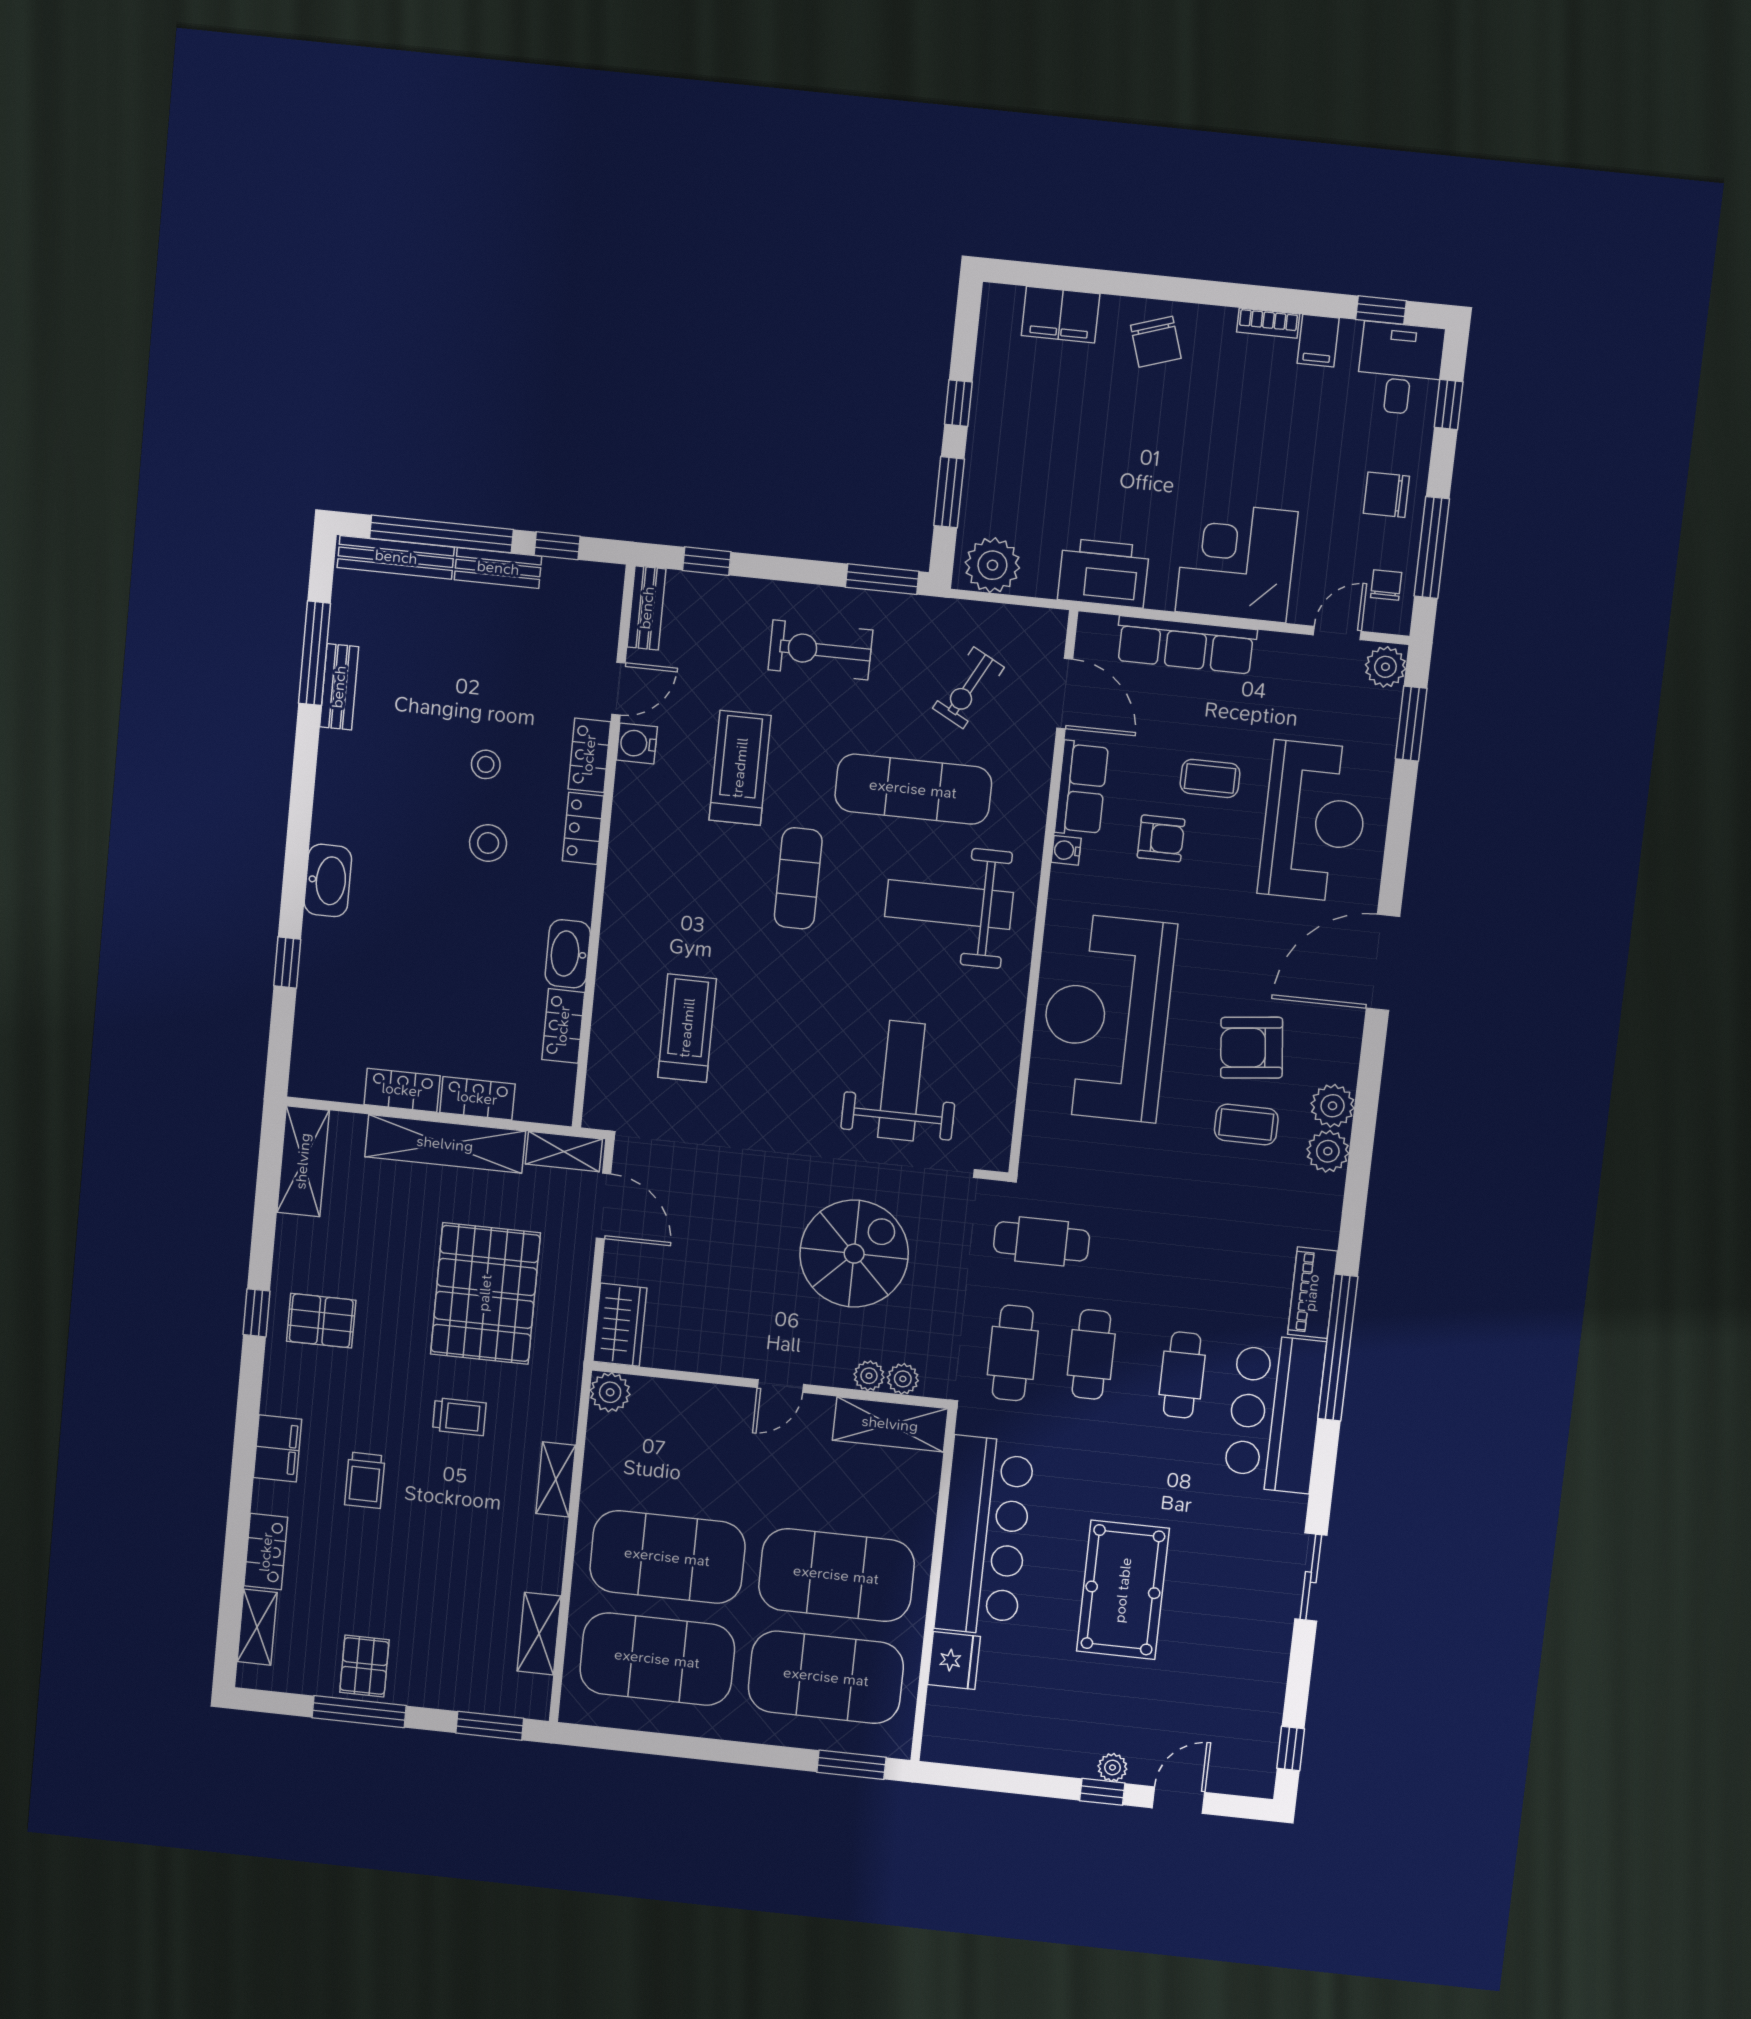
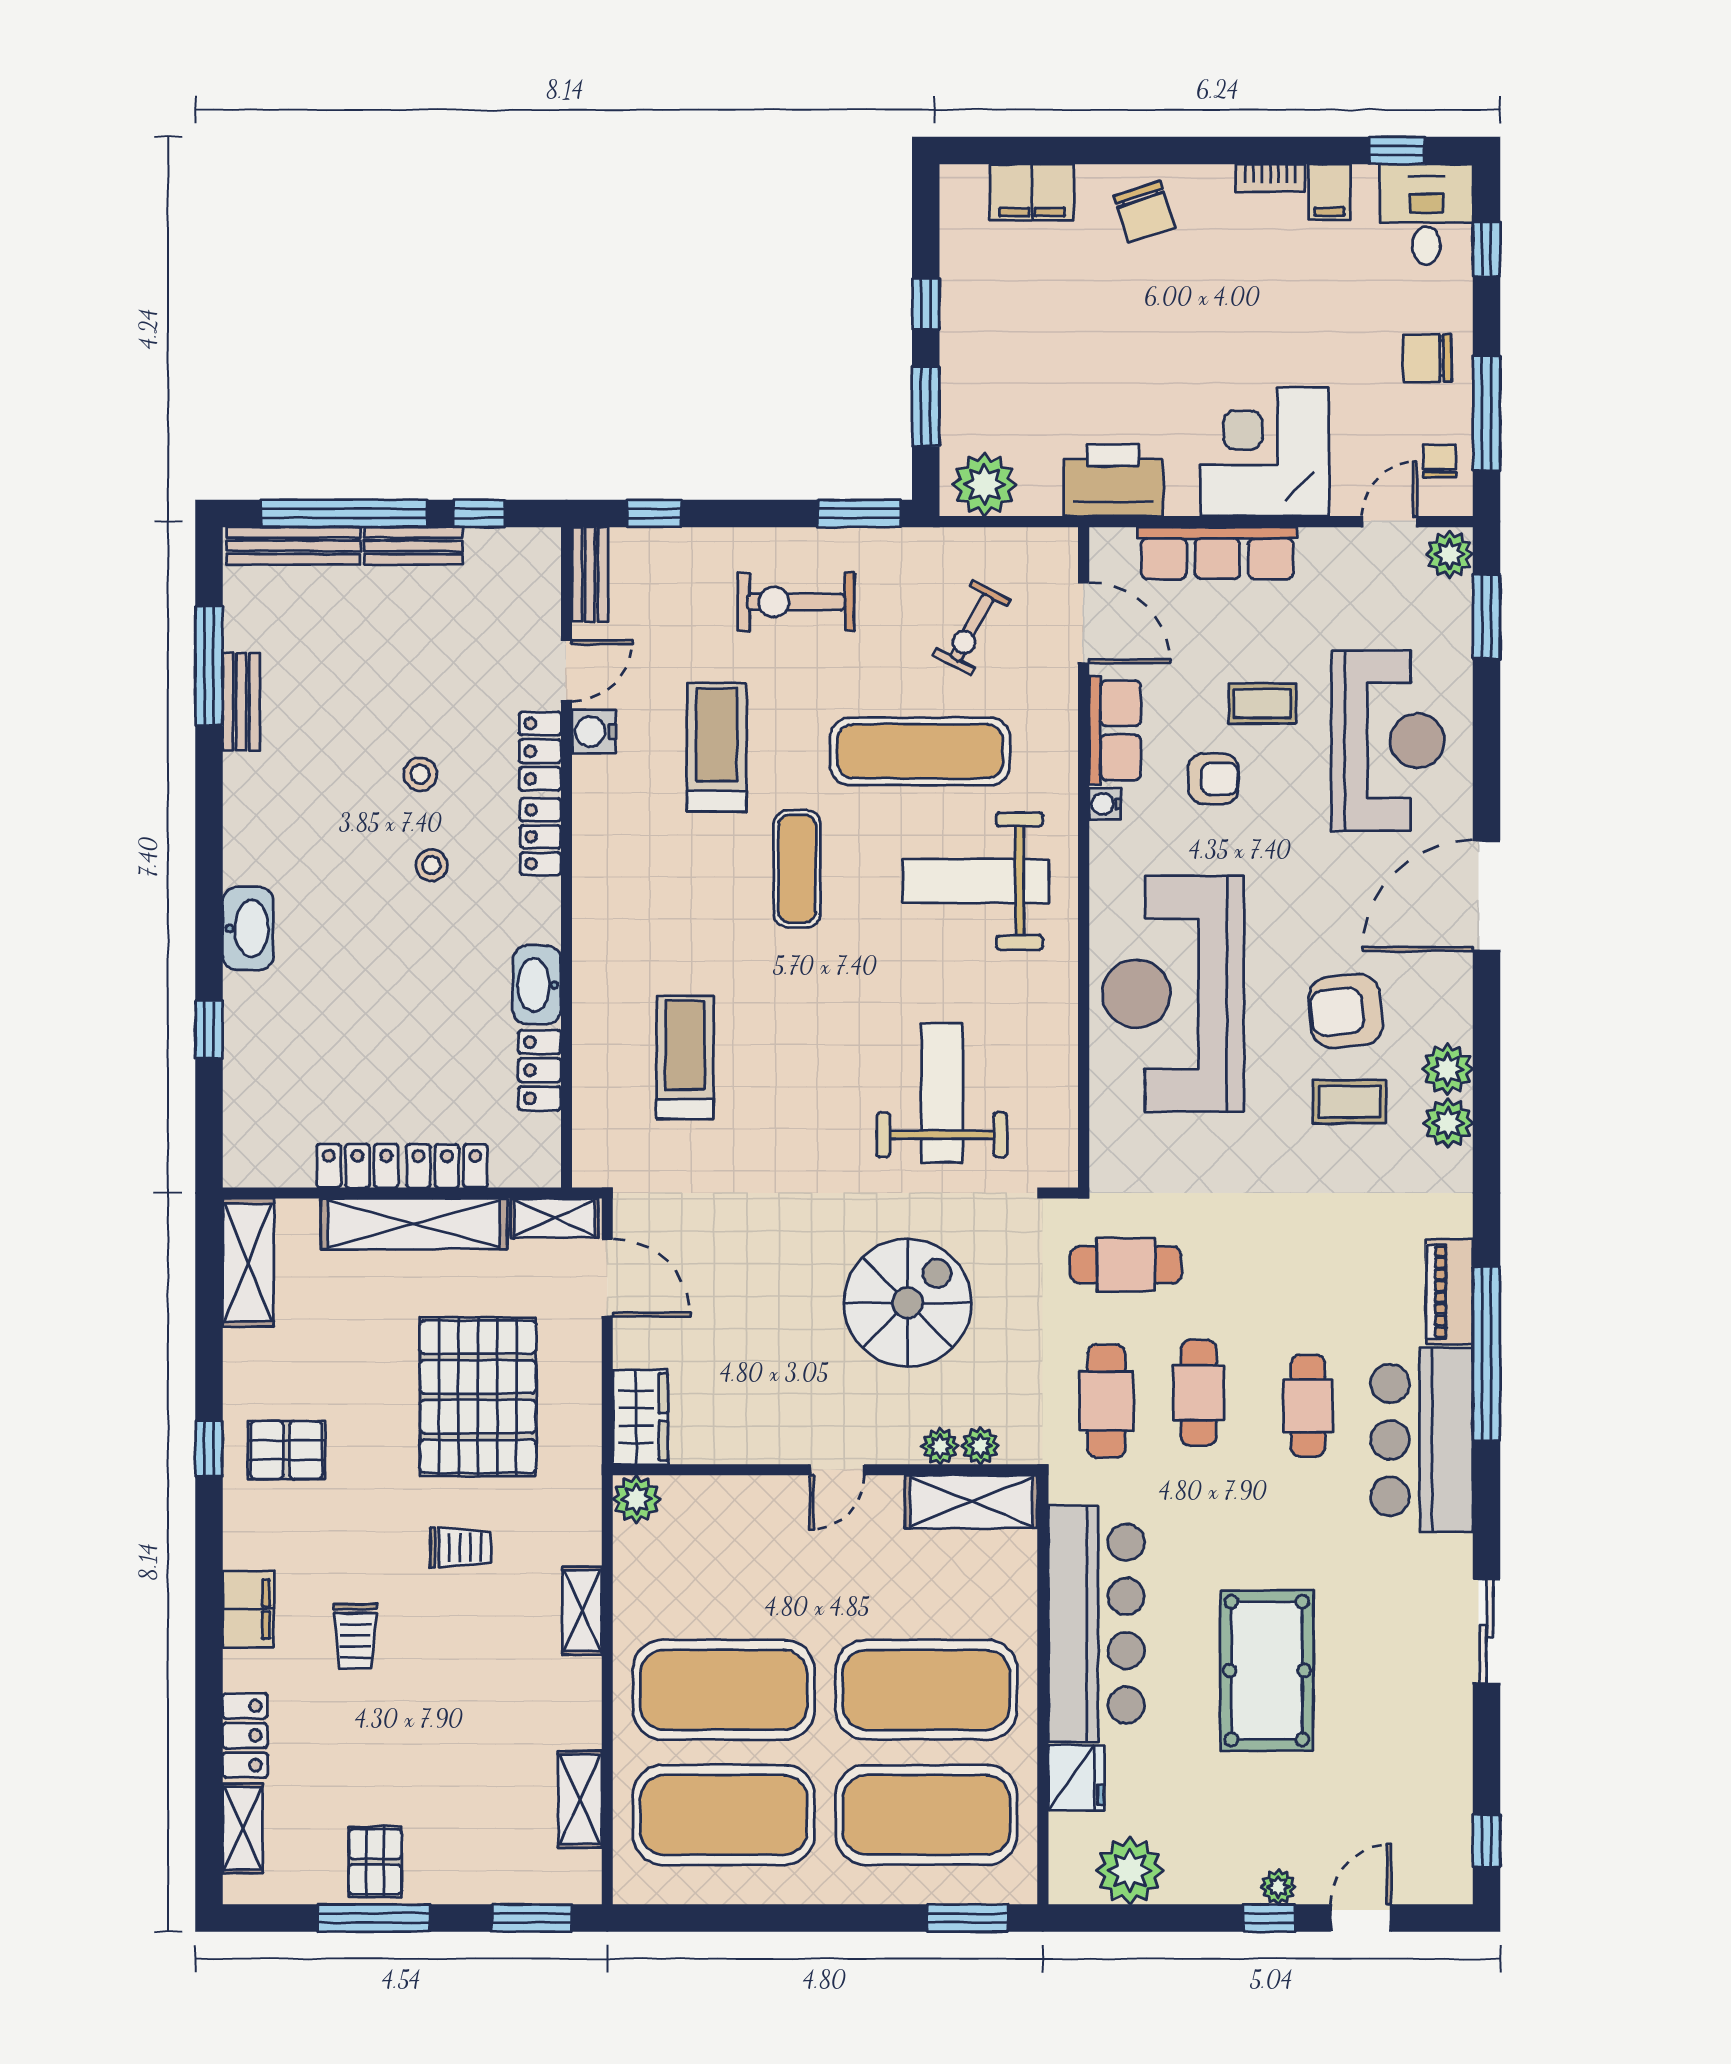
stool: (488, 843) -> (431, 865), width x0.73, depth x0.73
plant: (990, 1741) -> (1130, 1871), added

